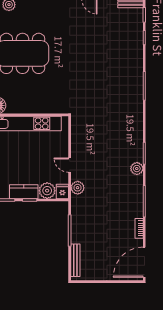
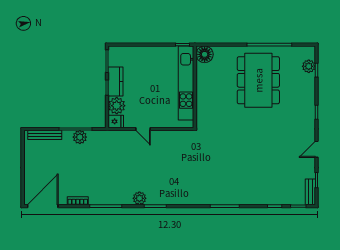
door: (70, 165) -> (143, 129), swing flipped
plant: (78, 188) -> (80, 137), moved
door: (144, 262) -> (43, 206), hinge flipped

